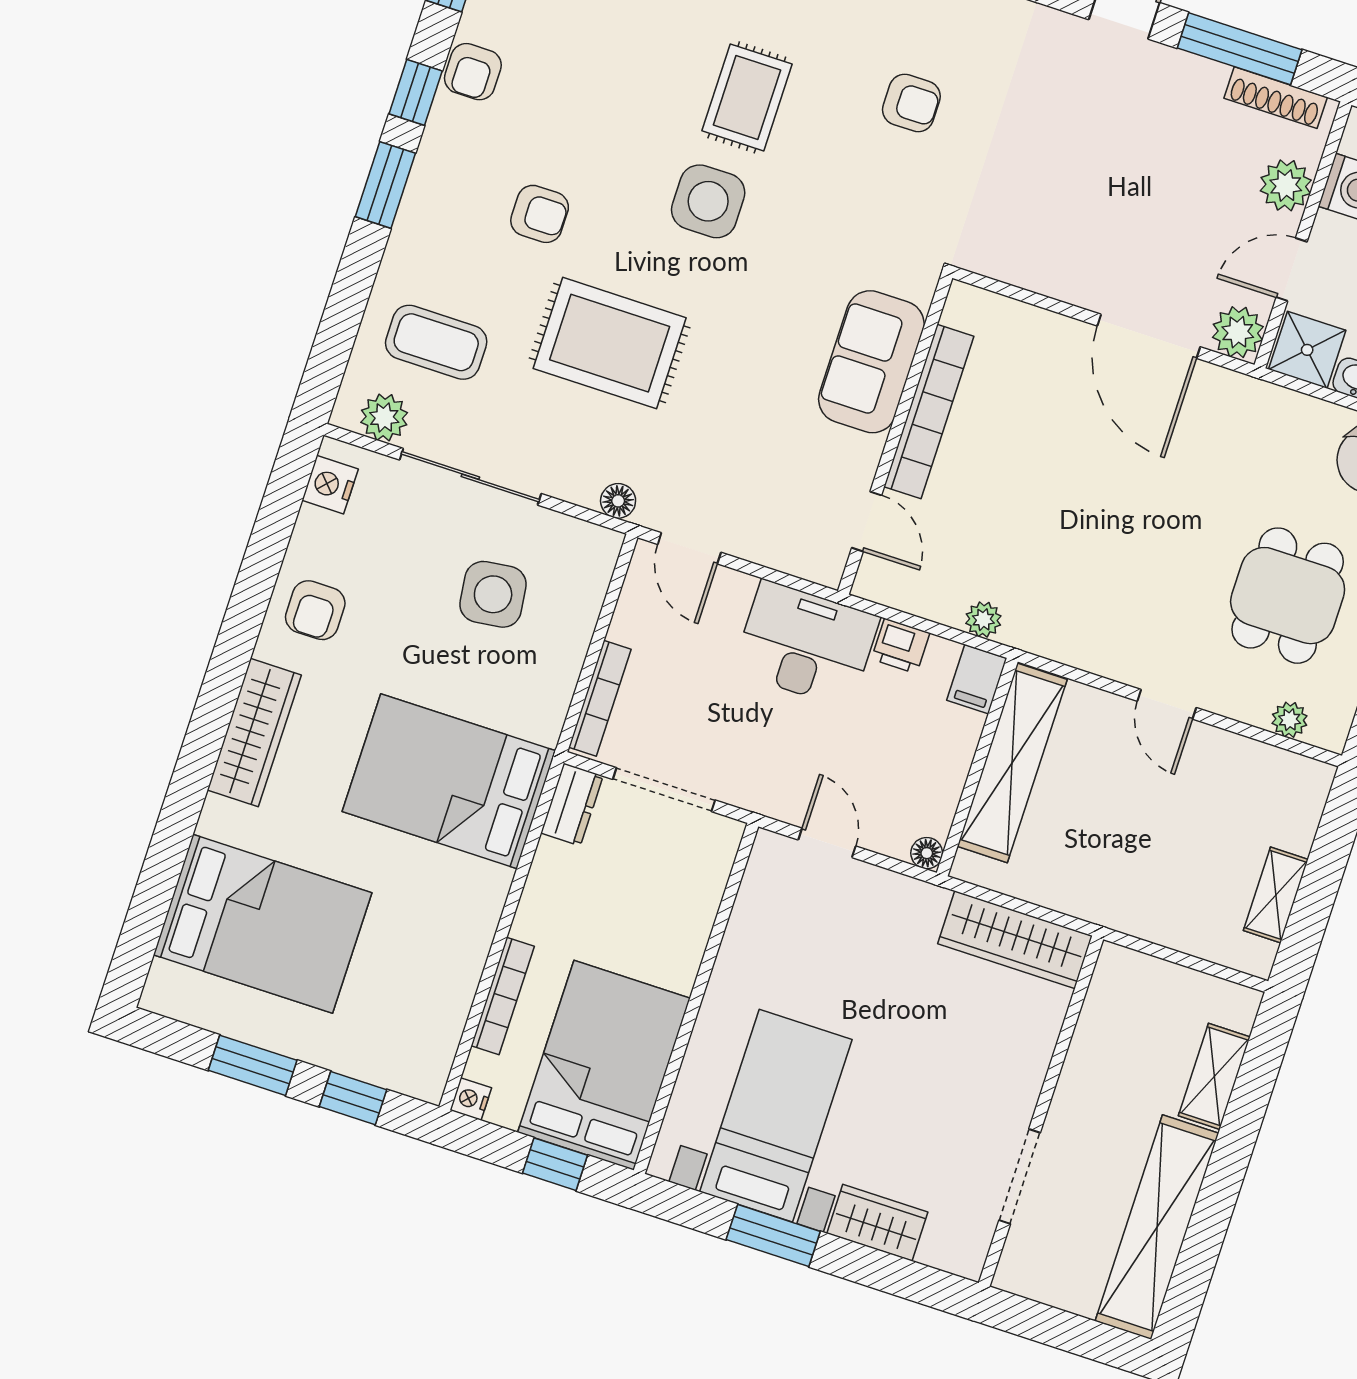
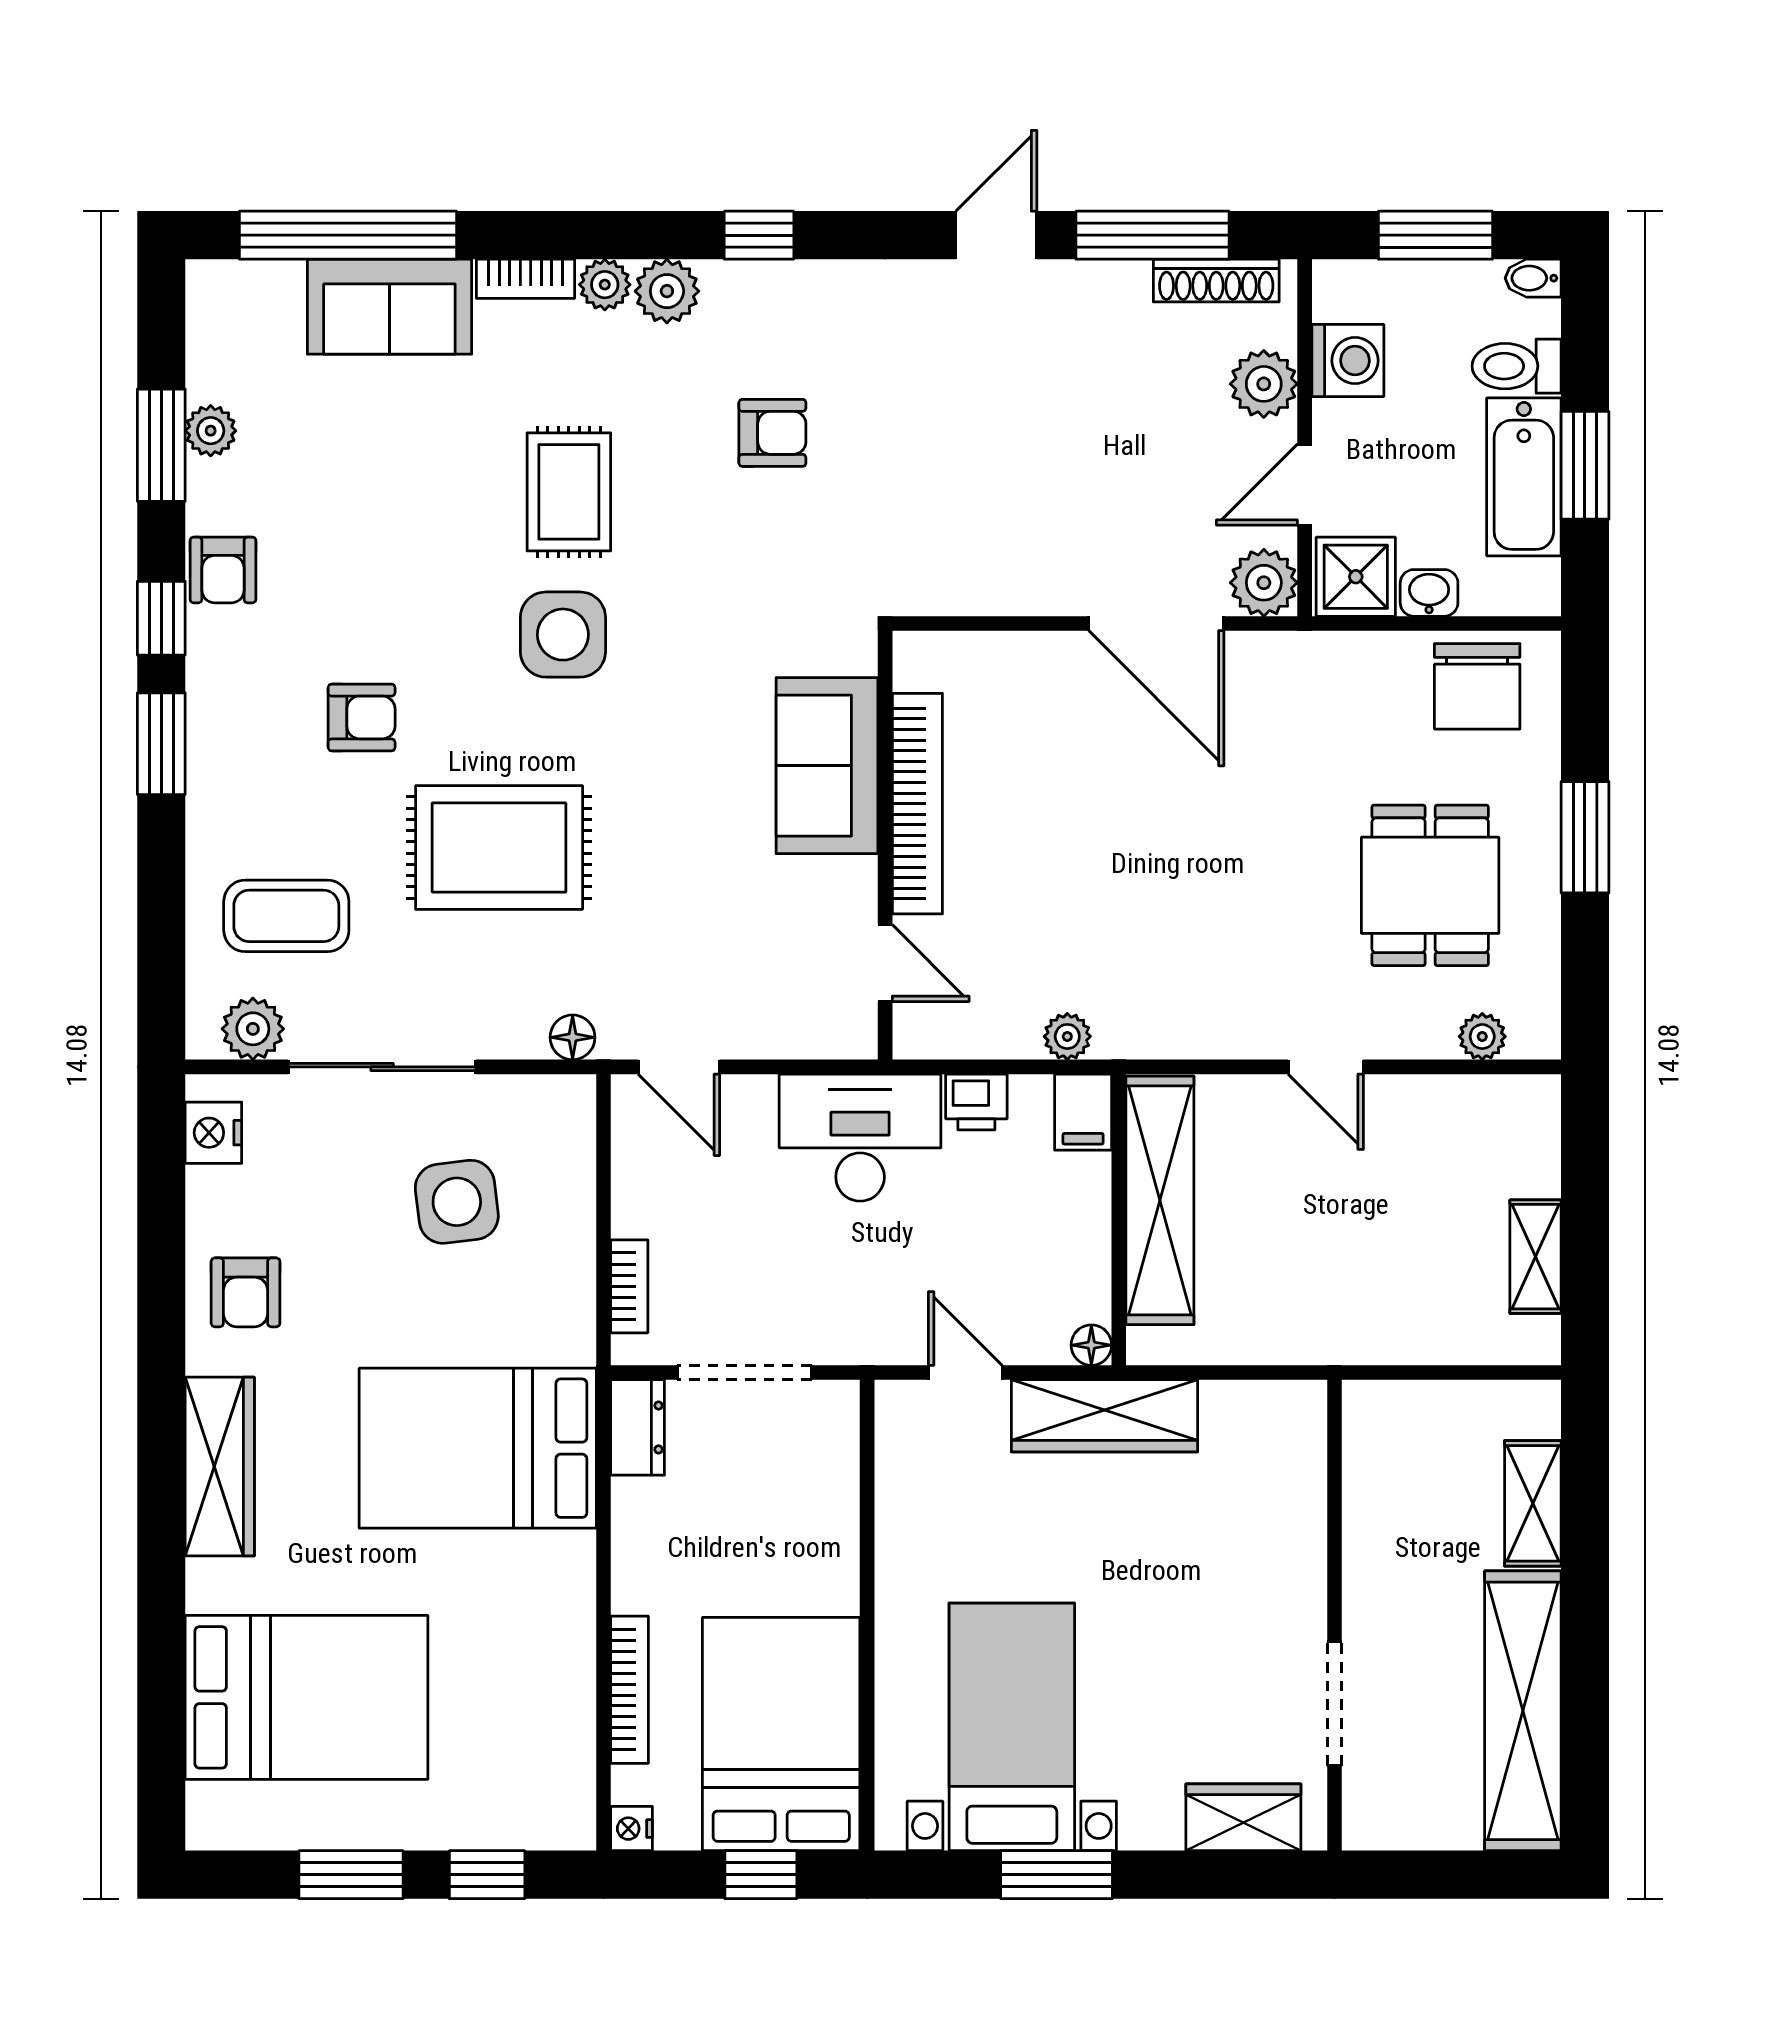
bookcase: (600, 698) -> (629, 1286), width x0.64
wardrobe: (1015, 940) -> (1105, 1416), moved
wardrobe: (877, 1223) -> (1243, 1817), moved

